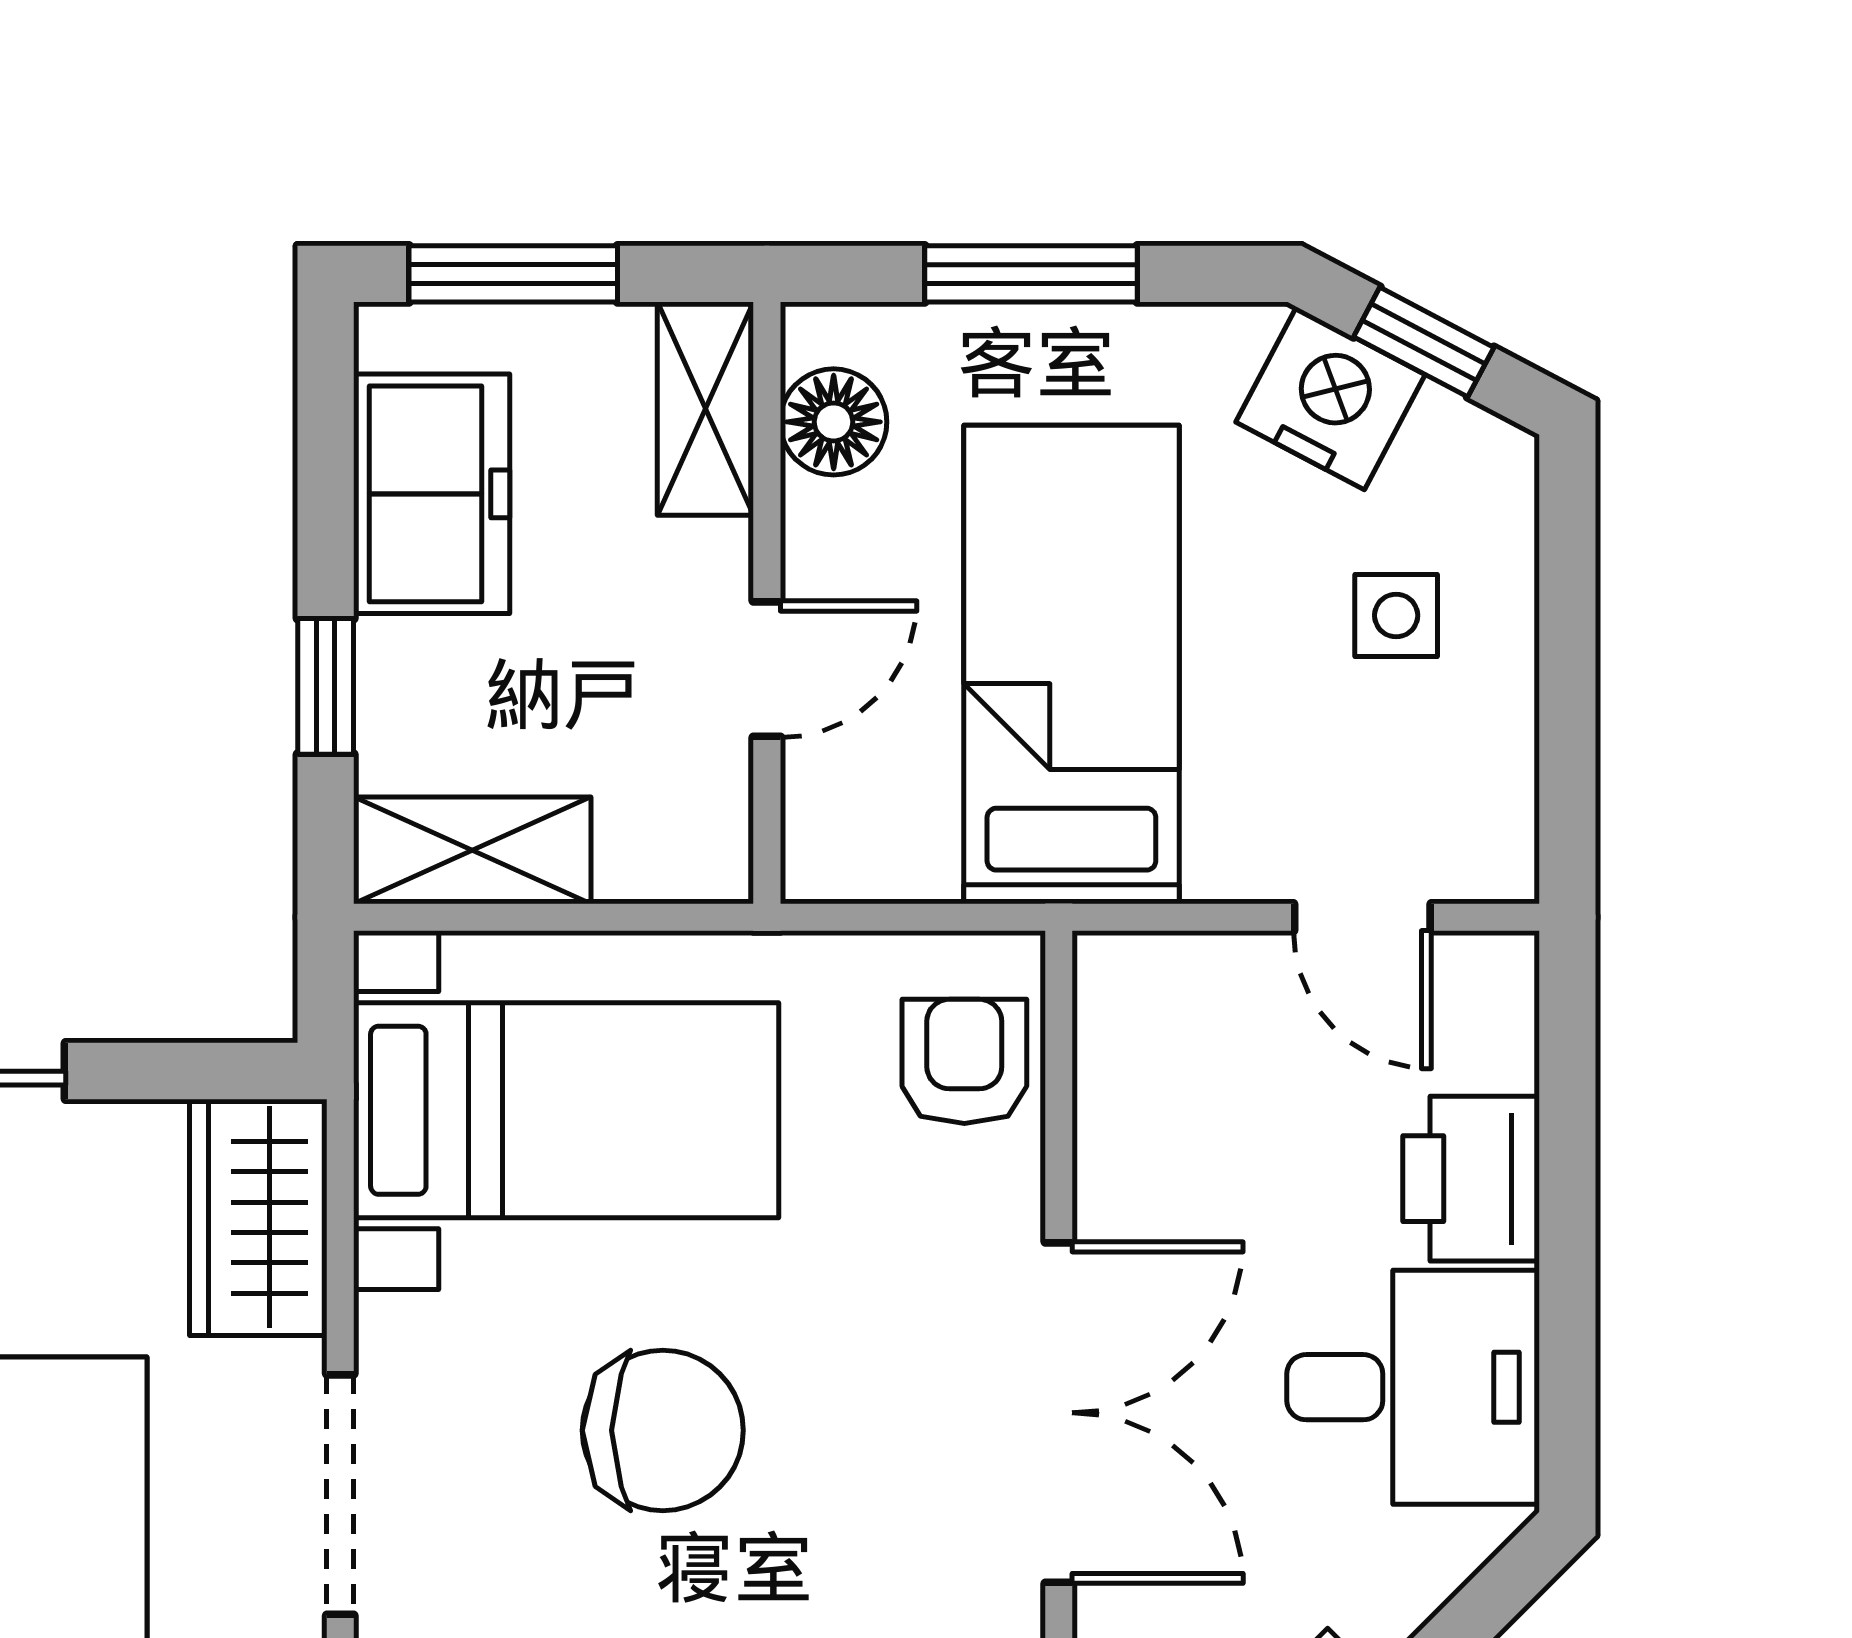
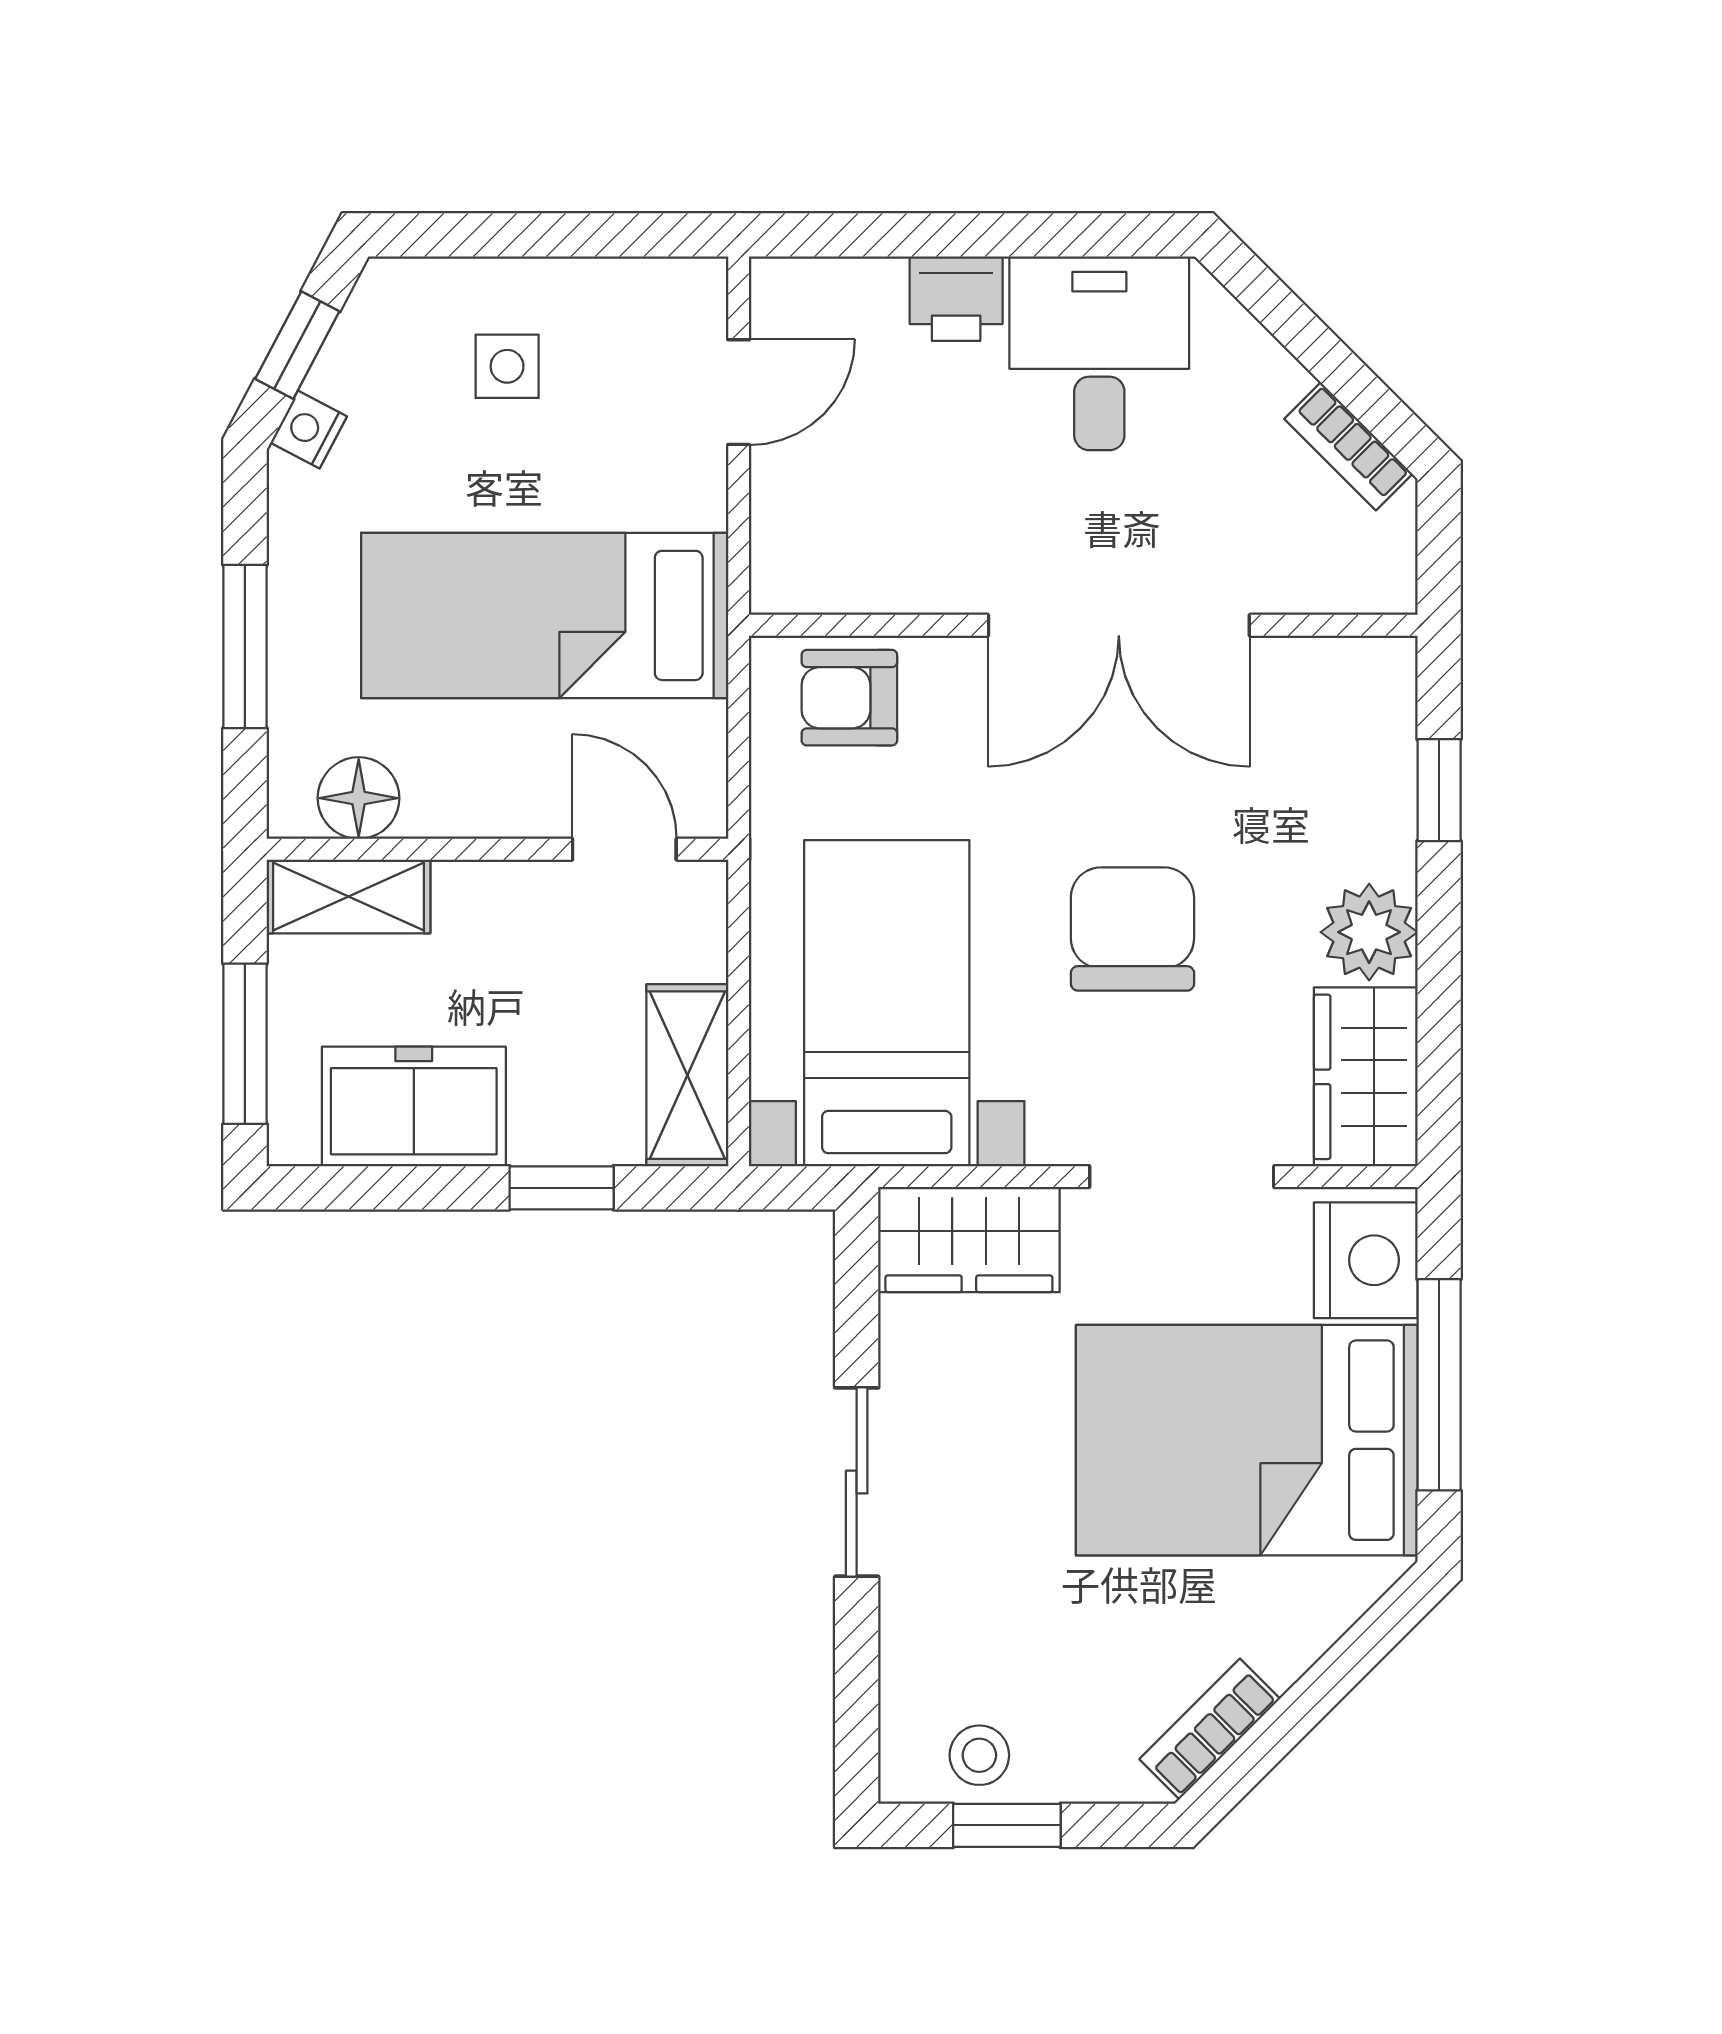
nightstand: (1330, 398) -> (309, 430), width x0.53, depth x0.56
door: (767, 669) -> (624, 849), moved
printer: (1471, 1179) -> (956, 299), width x0.73, depth x0.81
double door: (1059, 1413) -> (1119, 625), swing flipped

